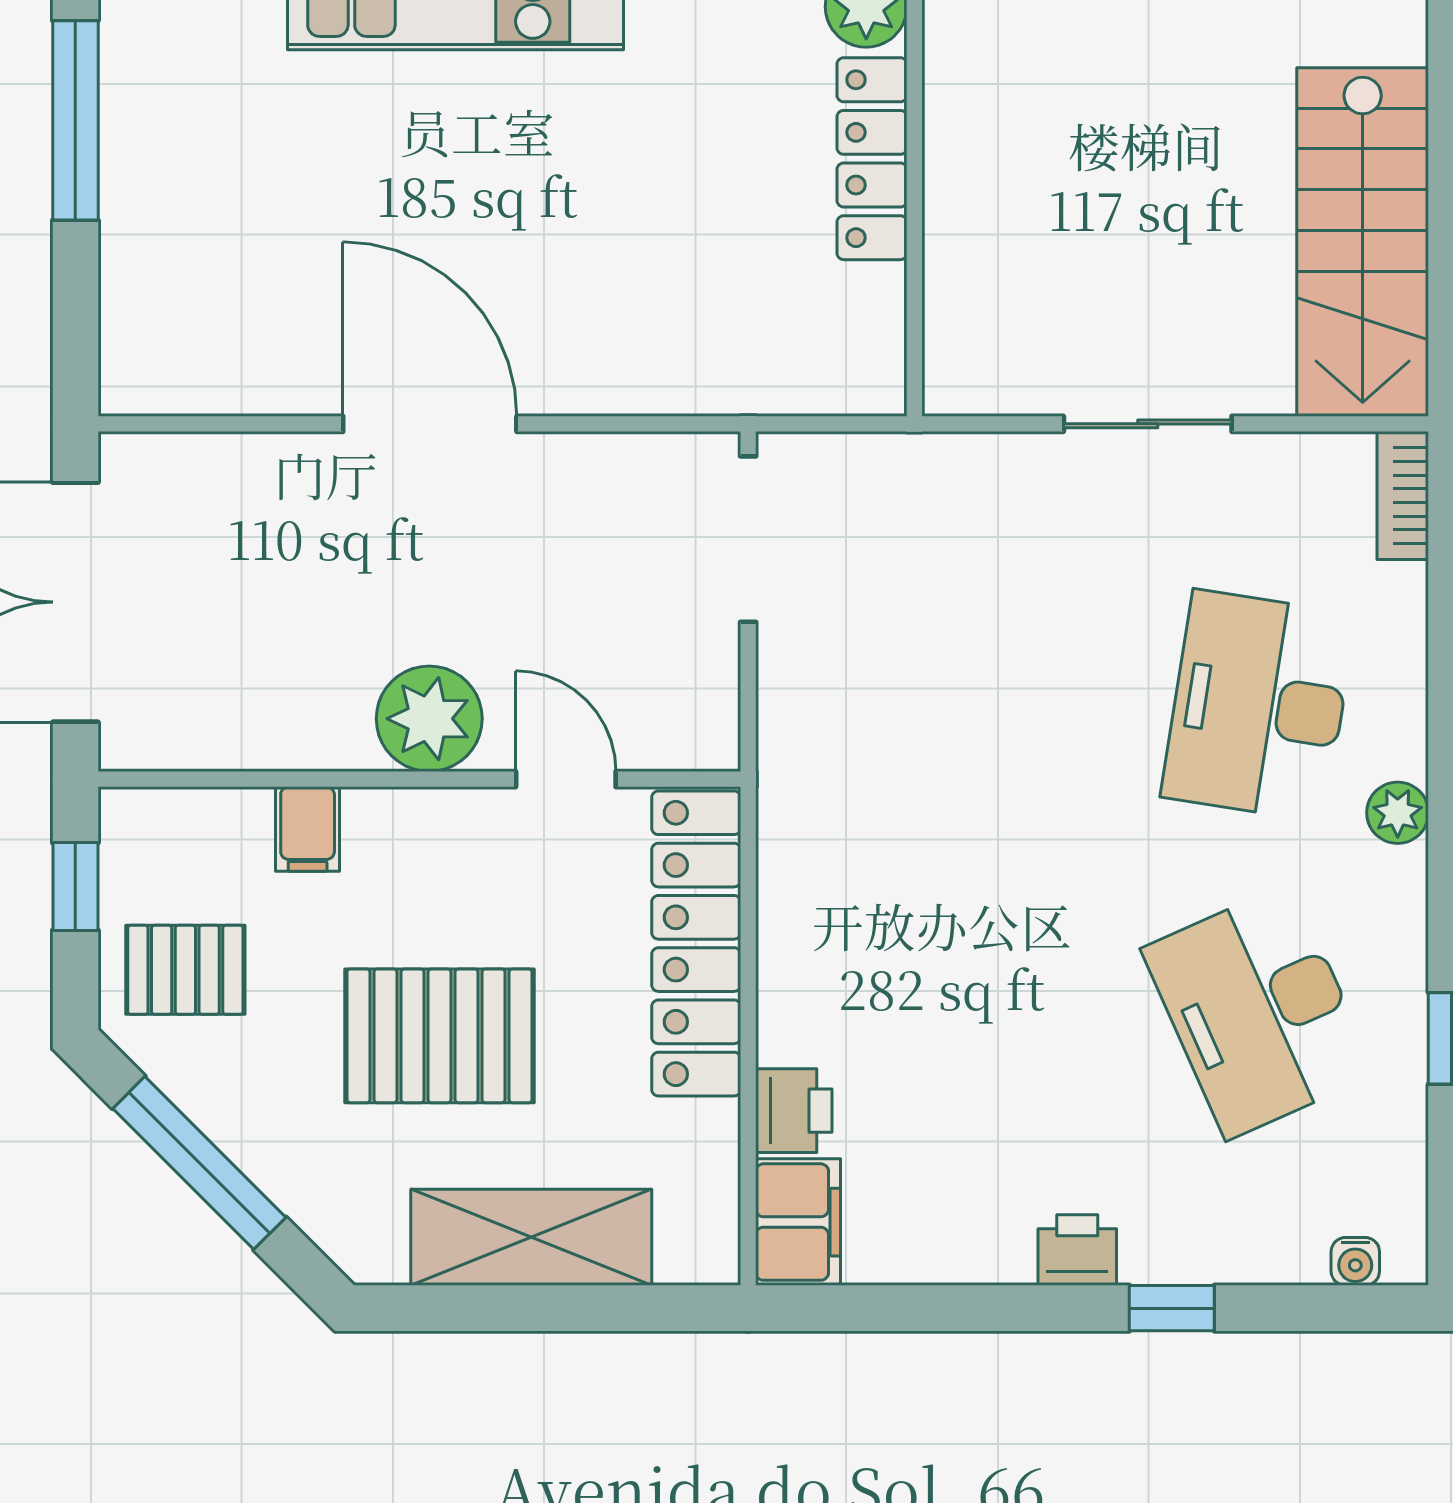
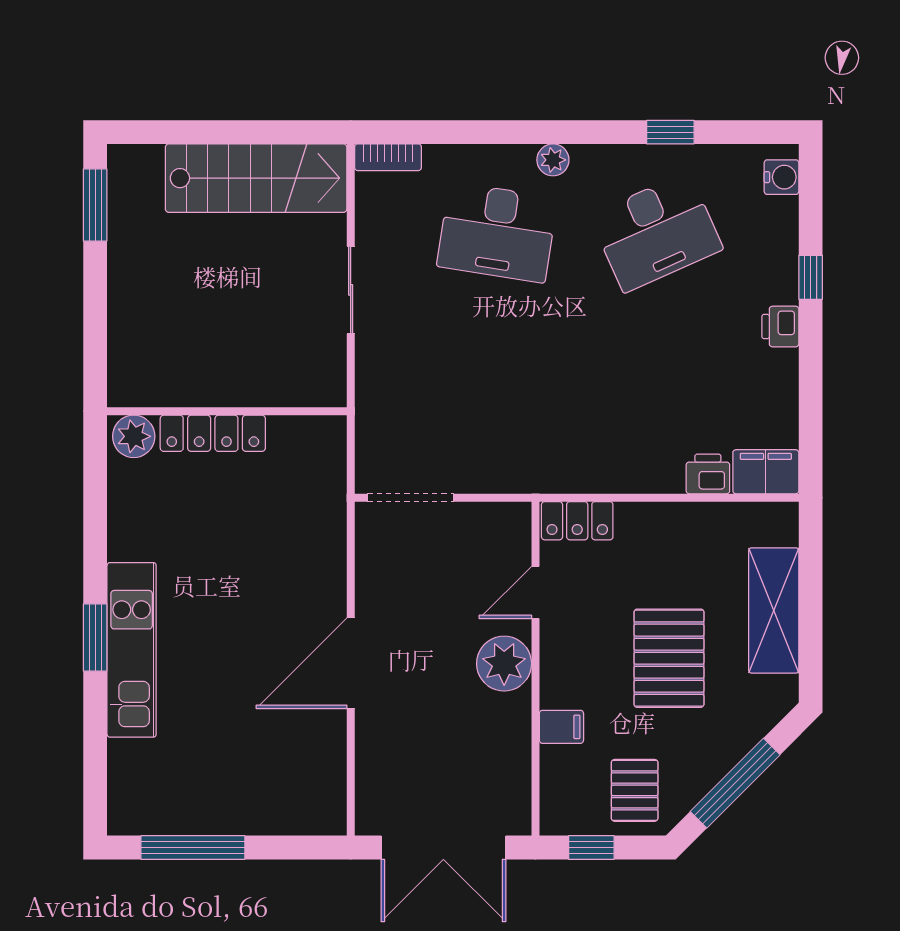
locker: (696, 943) -> (577, 521), width x0.46, depth x0.83
water cooler: (1355, 1261) -> (782, 177), width x1.38, depth x1.38

